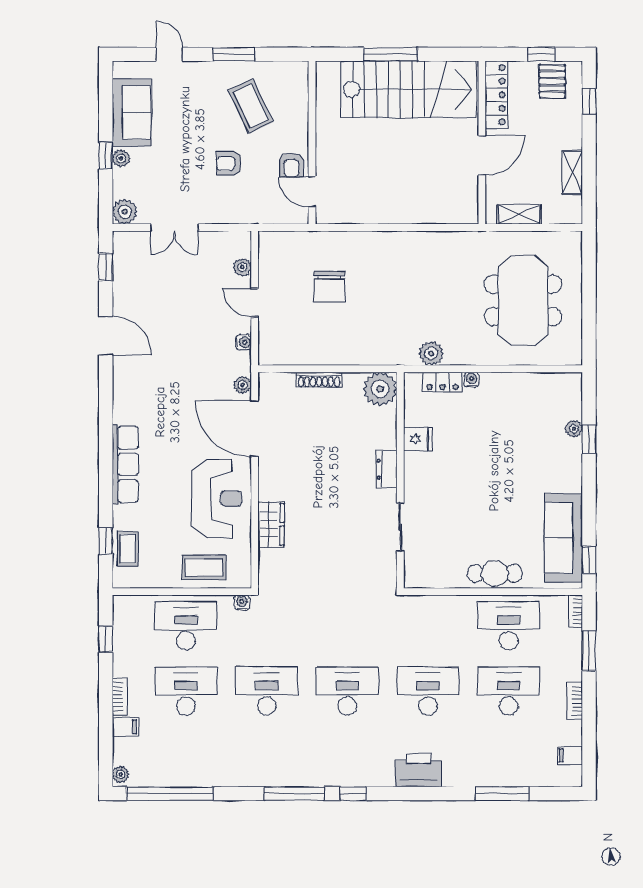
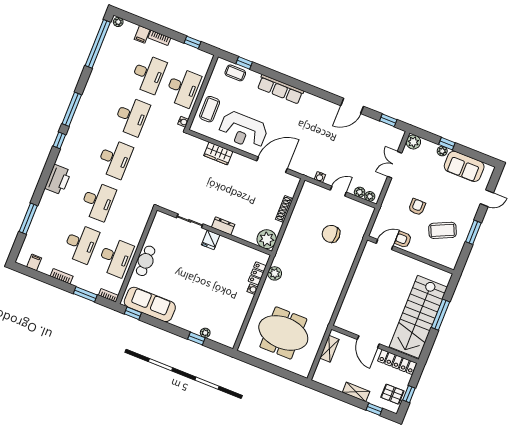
shelving: (572, 173) -> (356, 392), moved
plant: (243, 385) -> (370, 196), moved
fridge: (418, 439) -> (211, 240), moved

